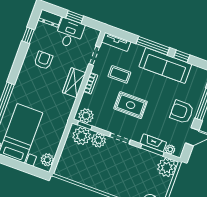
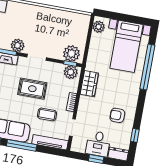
tv unit: (116, 42) -> (50, 142), width x1.41
armchair: (43, 60) -> (117, 115), turned 90
wardrobe: (74, 83) -> (89, 84), moved
plant: (98, 140) -> (18, 45), moved

